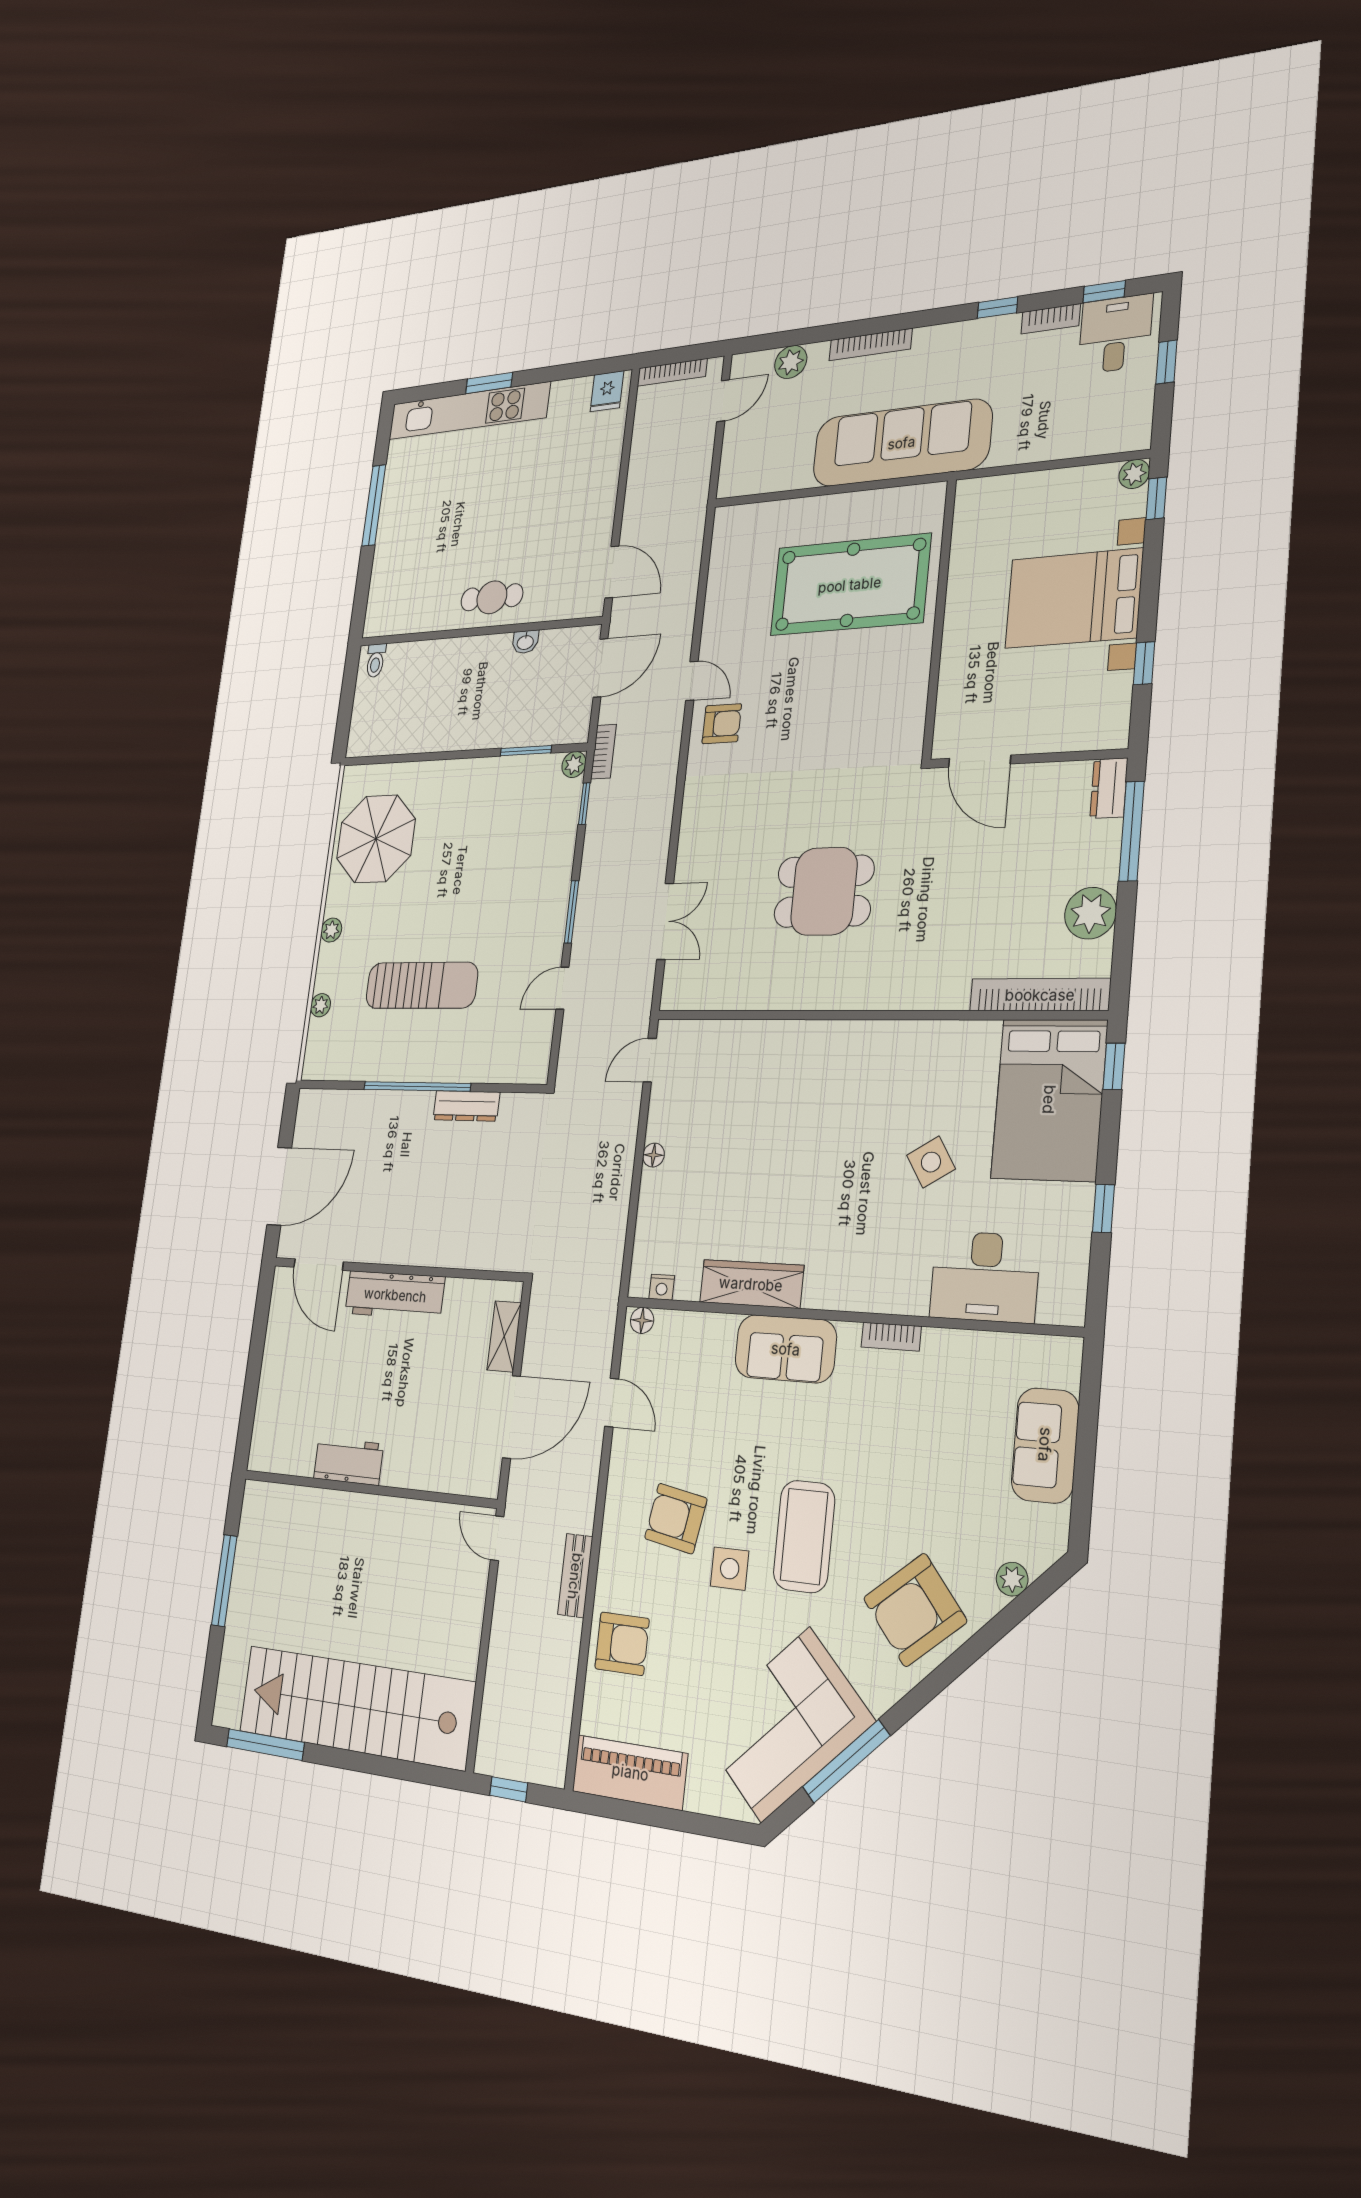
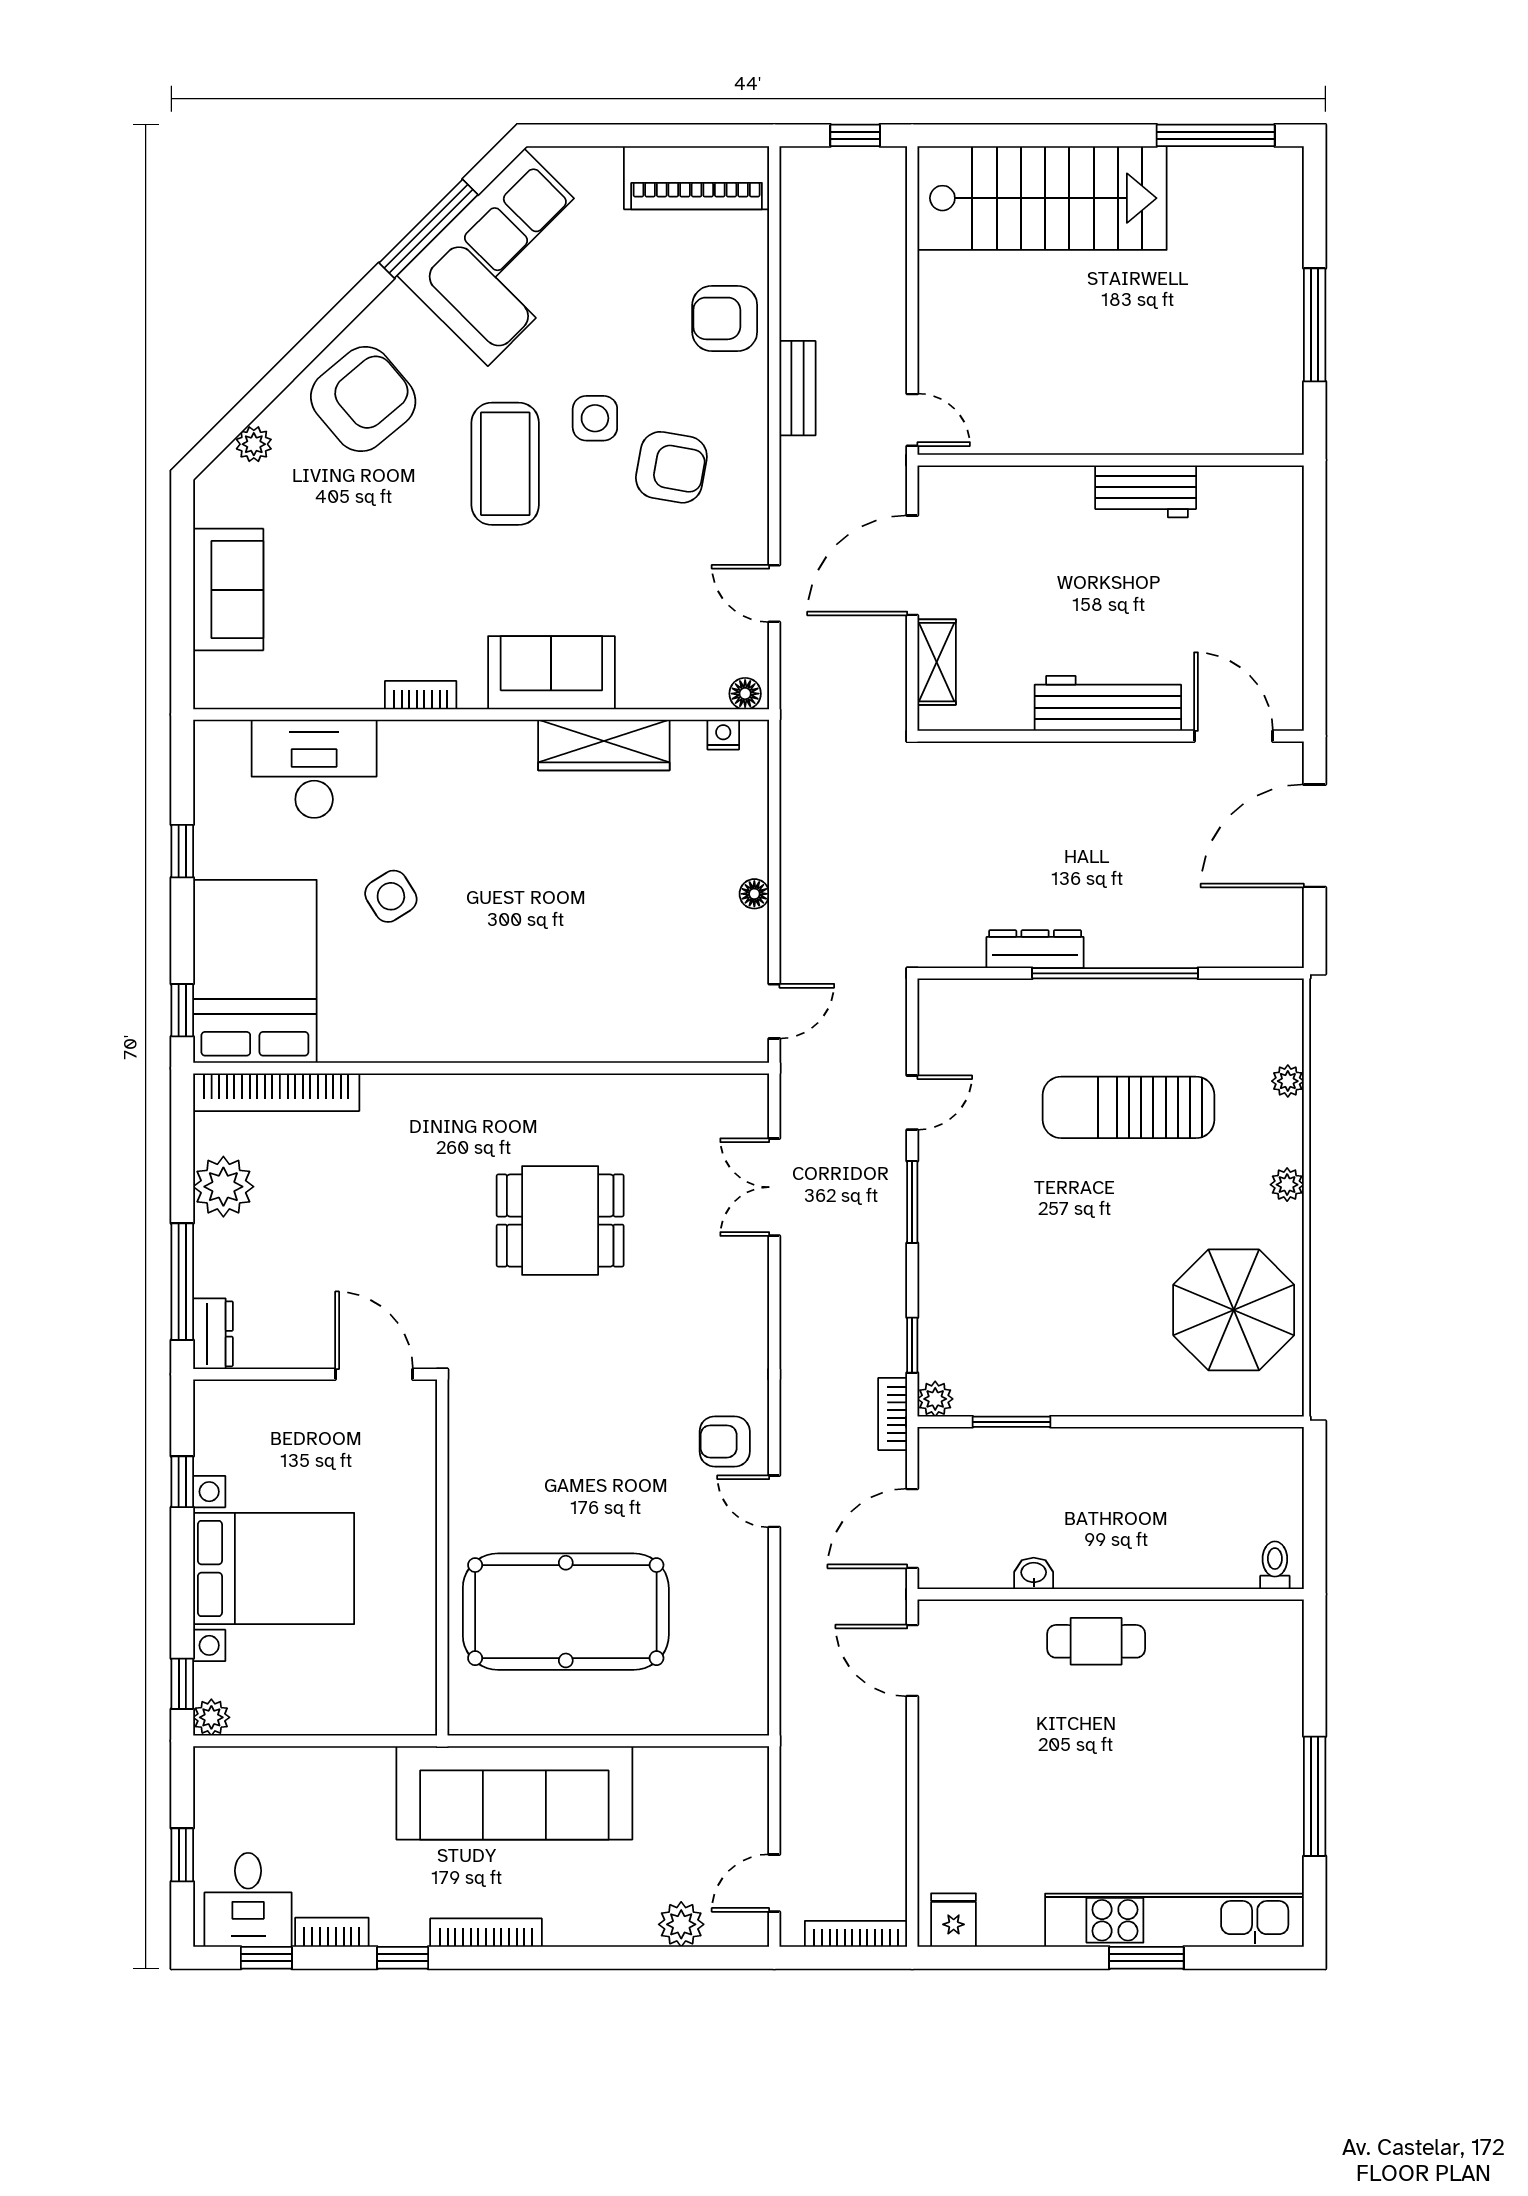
bookcase: (870, 345) -> (486, 1933), moved
stairs: (355, 1707) -> (1042, 198), width x0.73

